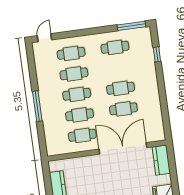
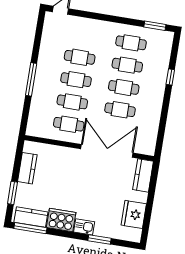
window: (131, 26) -> (155, 26), width x0.69
cafe table: (71, 53) -> (127, 65), moved
window: (157, 54) -> (170, 77), moved

